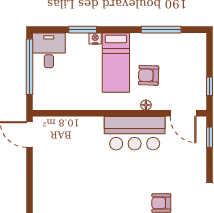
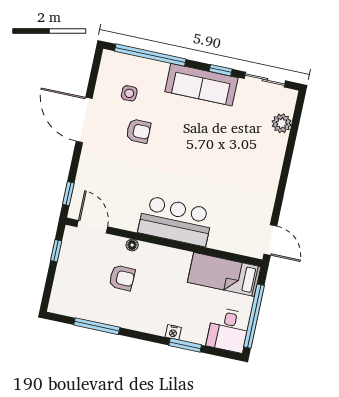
bed: (116, 63) -> (224, 274), moved, turned -90
bar counter: (135, 133) -> (175, 221), moved

